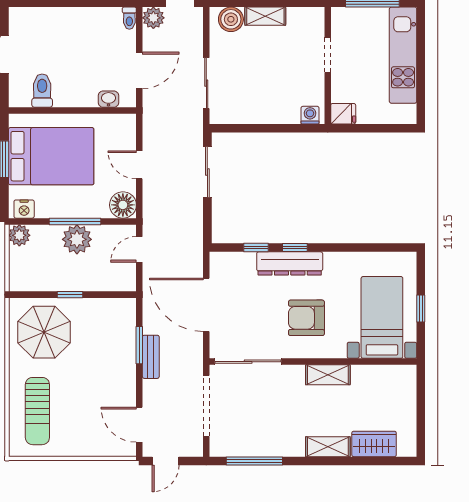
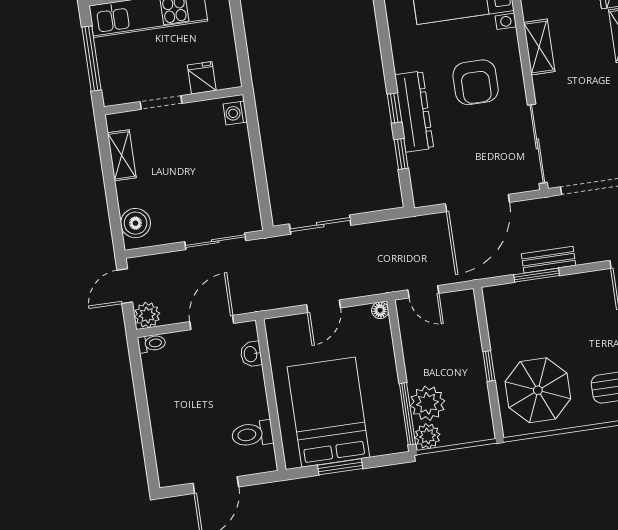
shelving: (265, 16) -> (122, 155), moved
door: (139, 70) -> (212, 323), hinge flipped
fridge: (343, 114) -> (202, 78), moved
floor lamp: (123, 205) -> (380, 310), width x0.53, depth x0.53
nightstand: (24, 209) -> (396, 435), removed
window: (75, 221) -> (407, 414), moved
plant: (77, 239) -> (428, 403), moved

